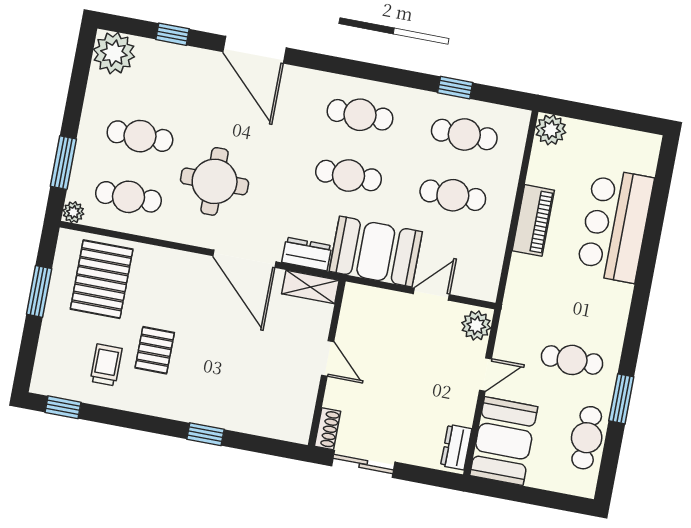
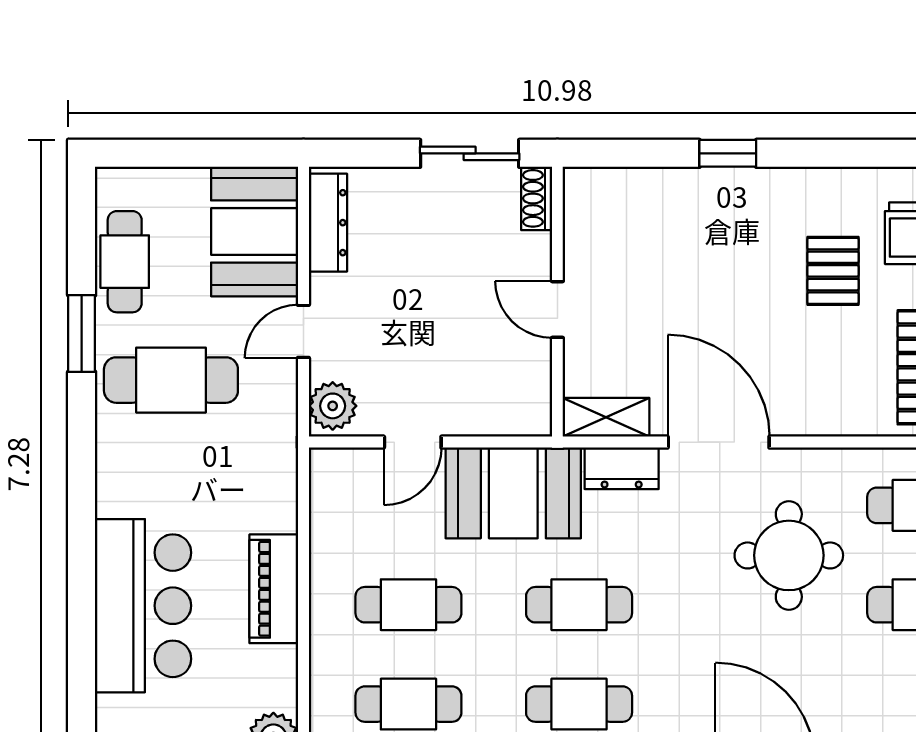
cafe table: (572, 360) -> (171, 380), width x1.37, depth x1.35
dresser: (456, 447) -> (328, 223), width x1.44

